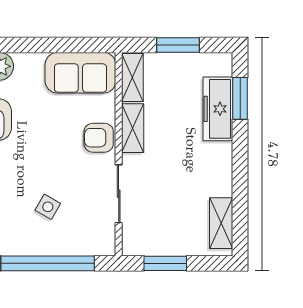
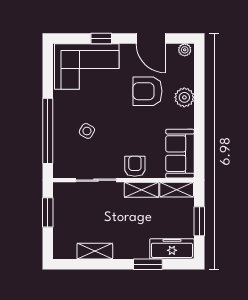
window: (240, 98) -> (148, 264), moved
freezer: (218, 109) -> (172, 249), moved
shelving: (221, 223) -> (95, 251), moved

